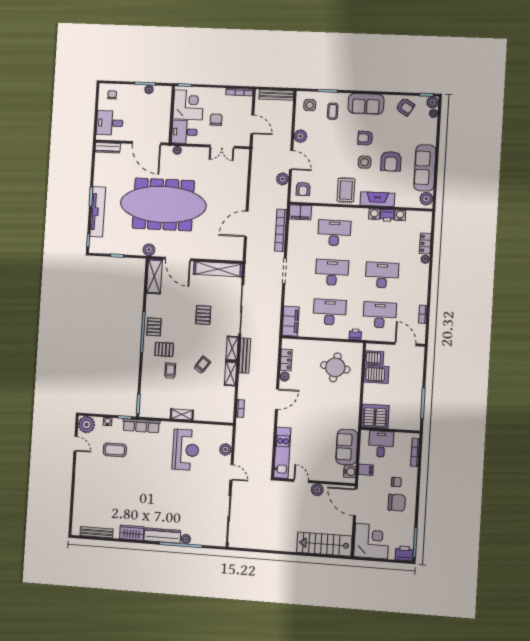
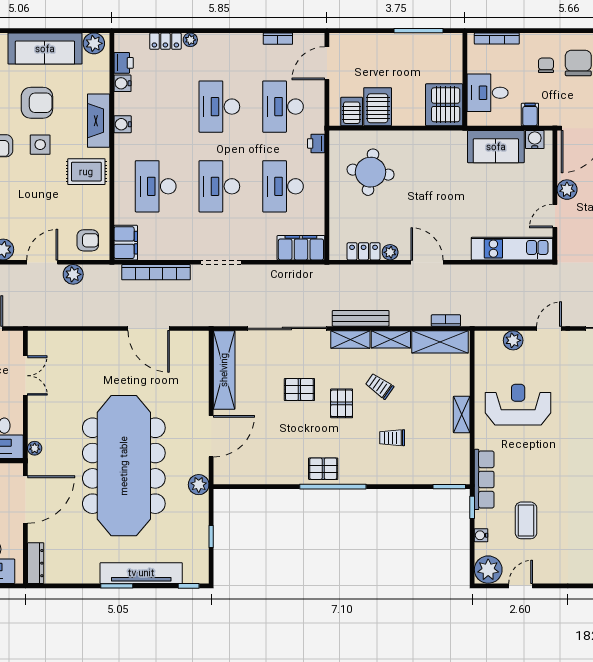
printer: (387, 215) -> (124, 63), moved
shelving: (154, 276) -> (440, 342), moved
pallet: (164, 349) -> (342, 403), moved

